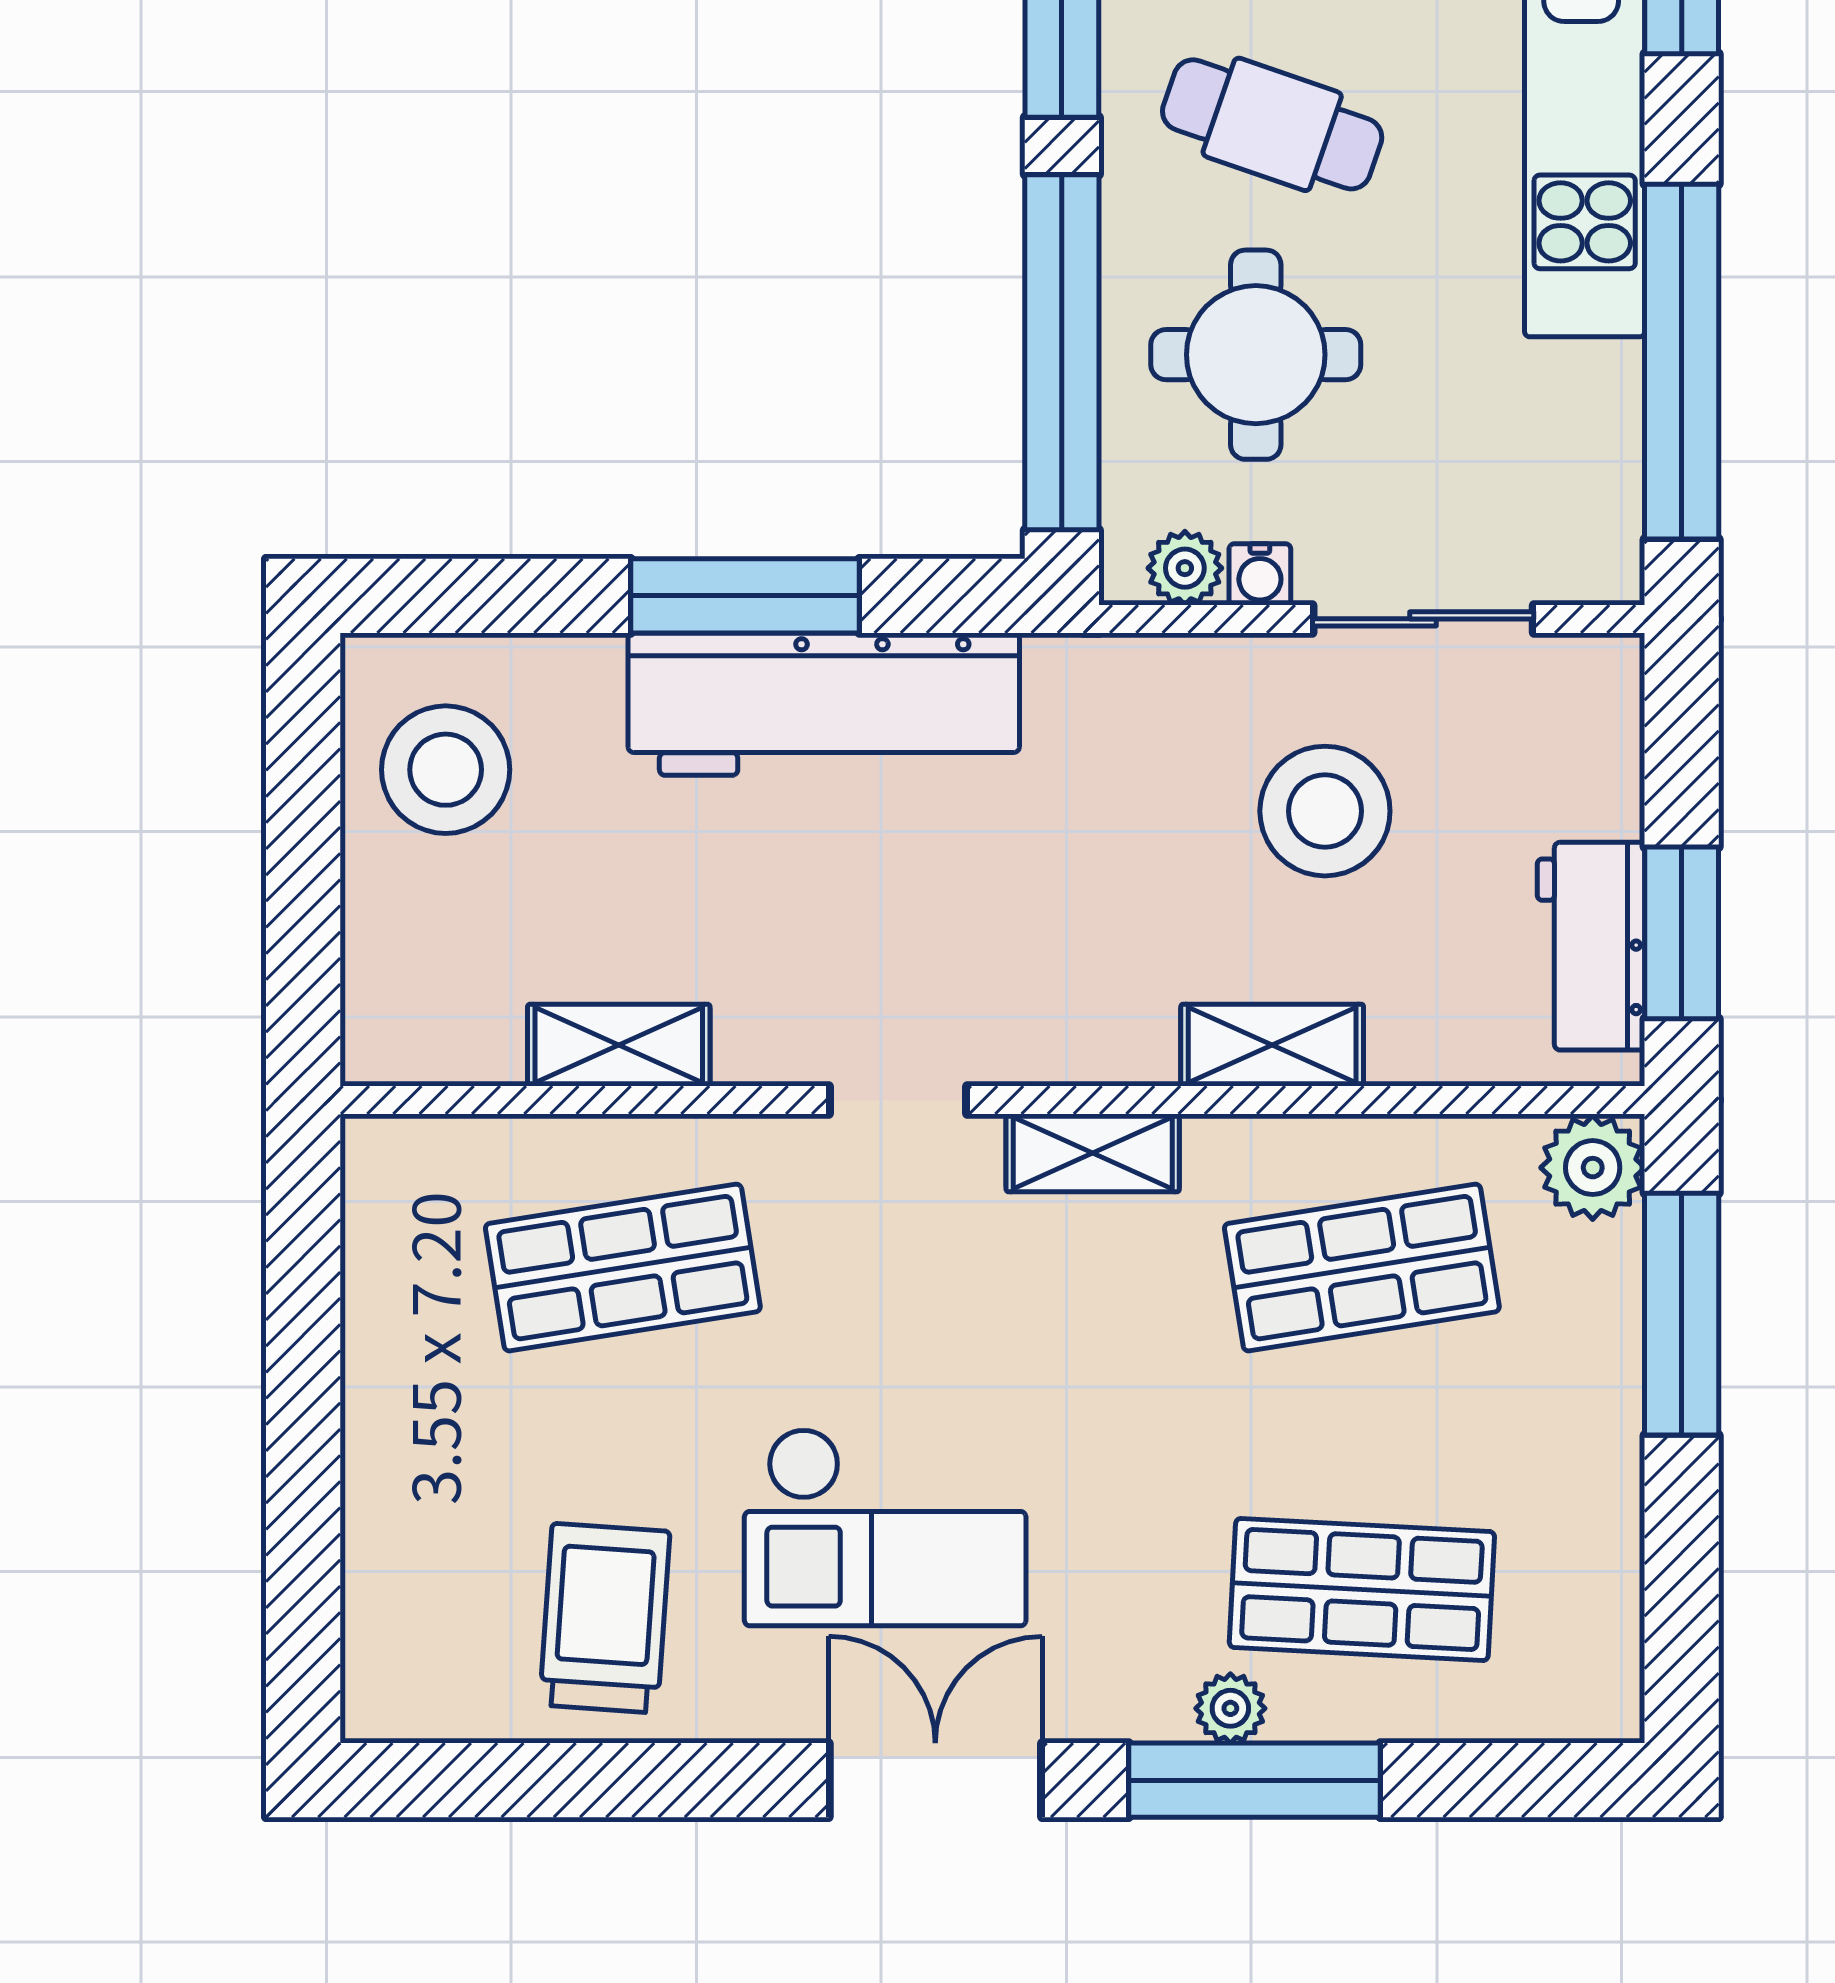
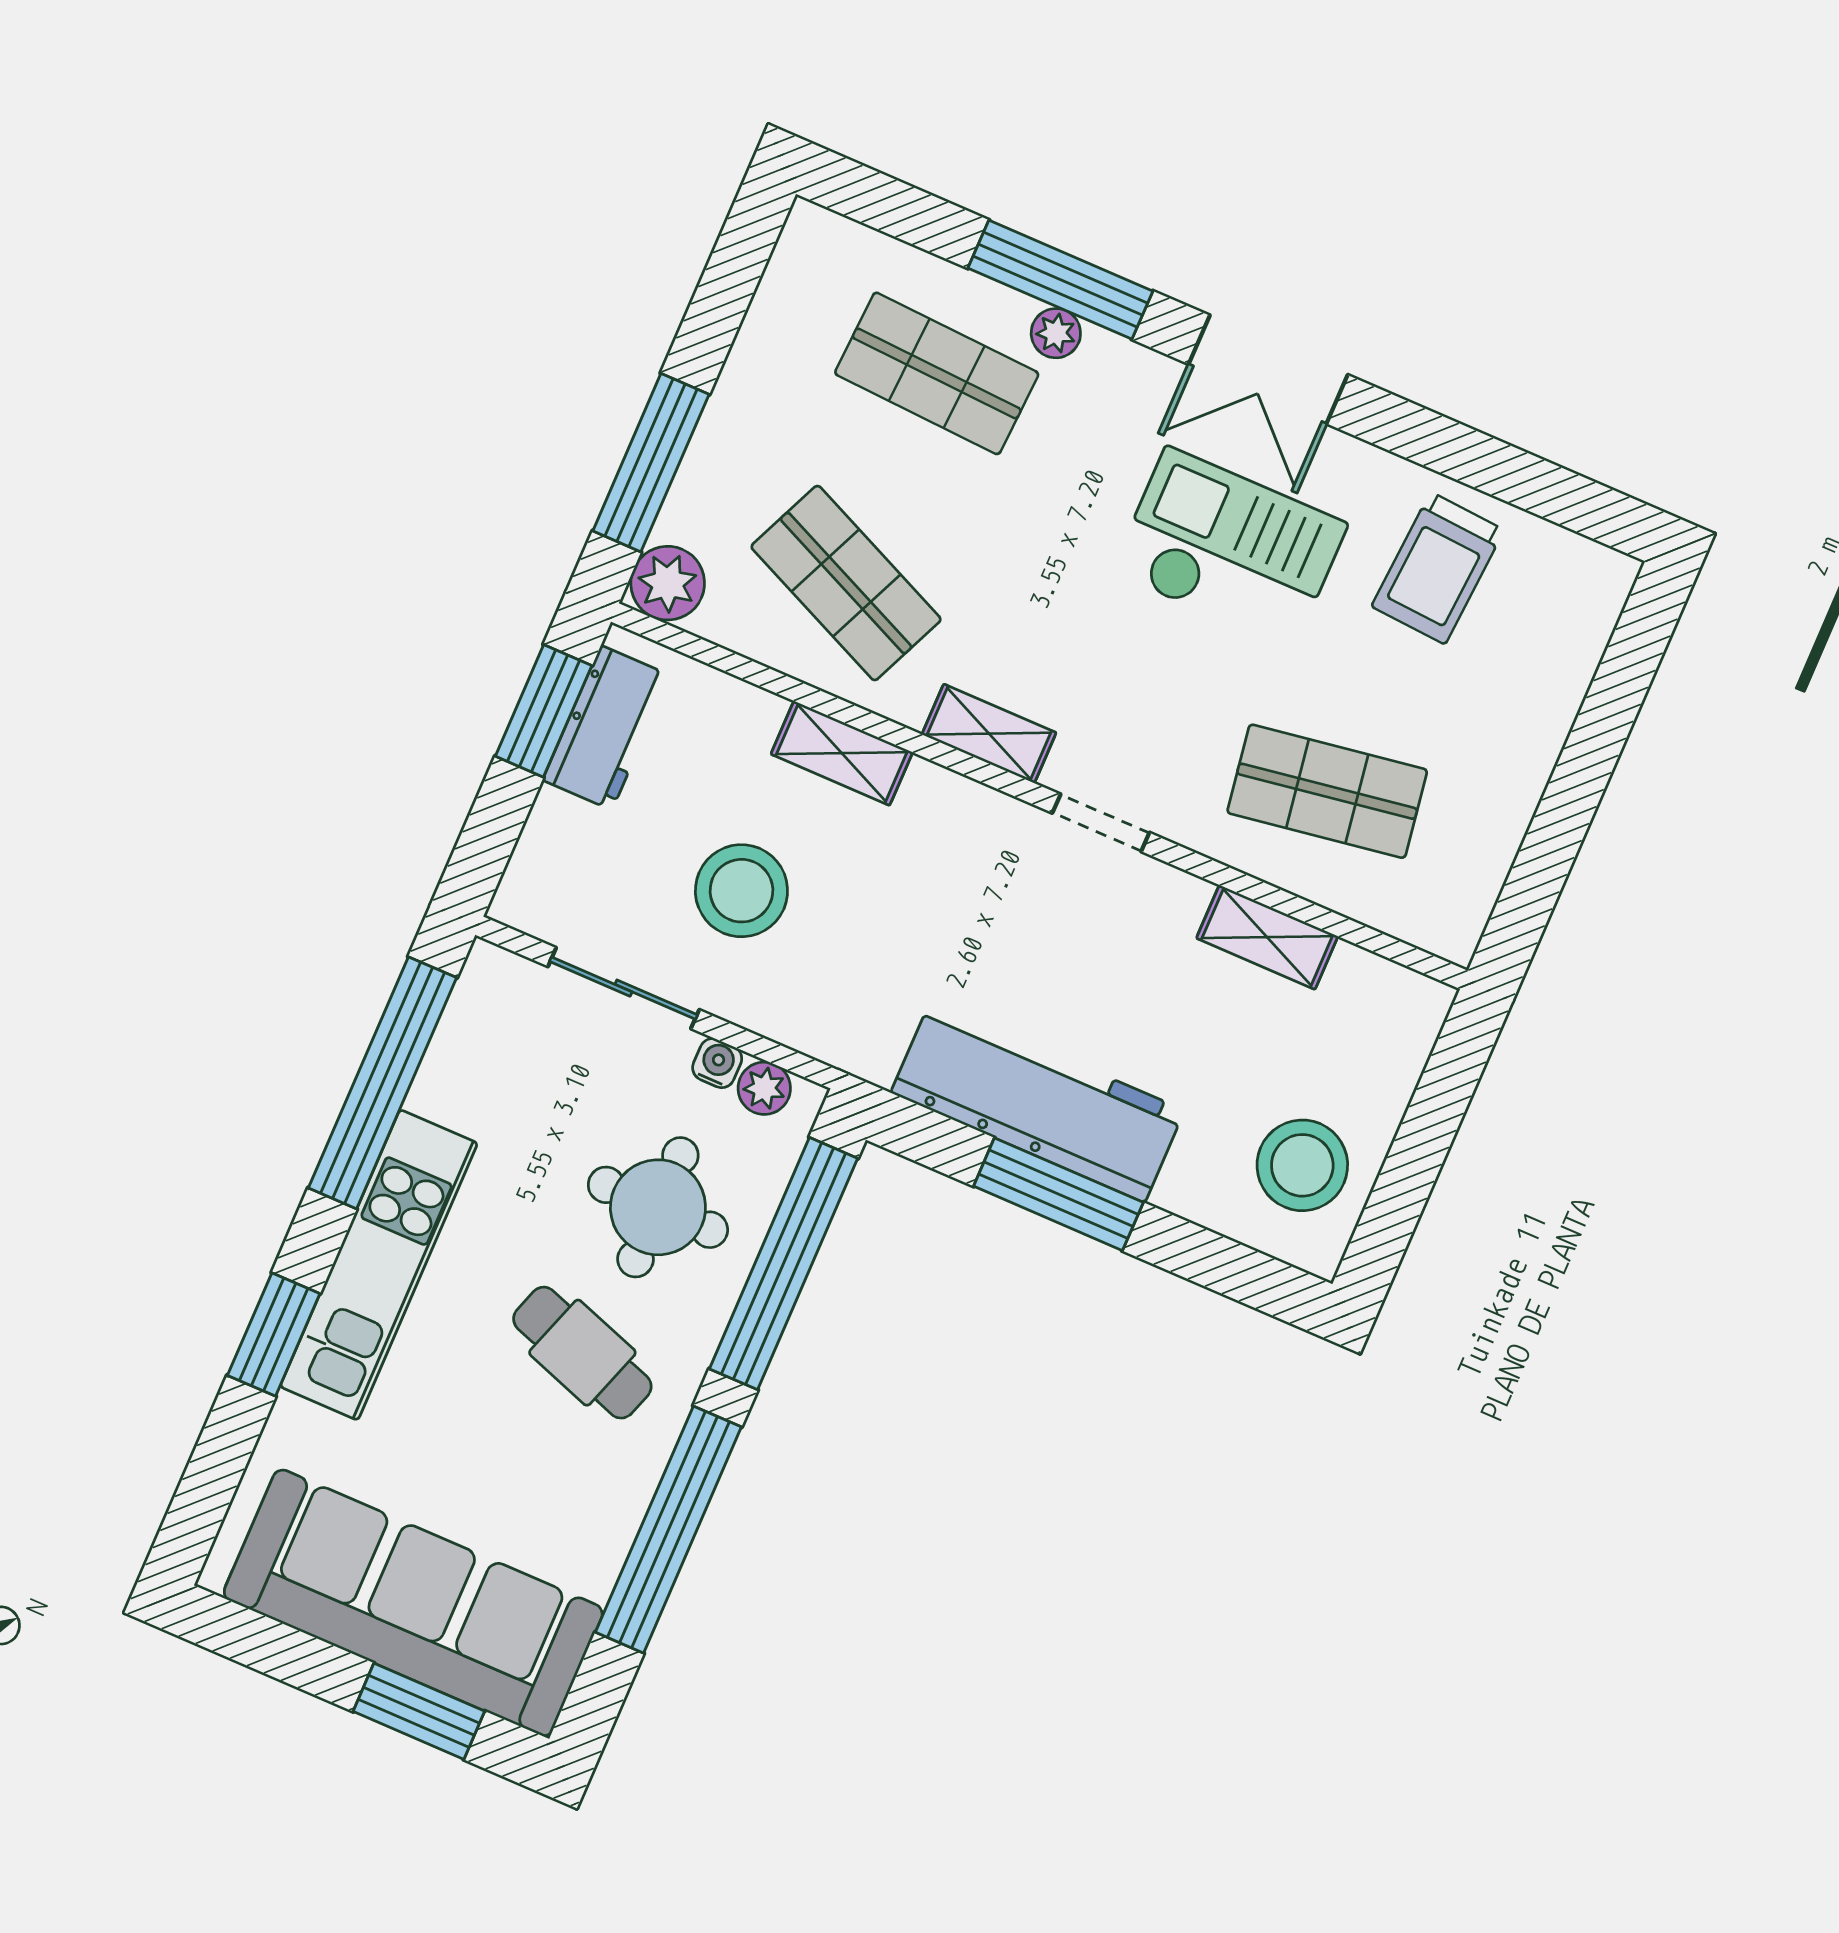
shop shelf: (1362, 1268) -> (846, 583), turned 33

